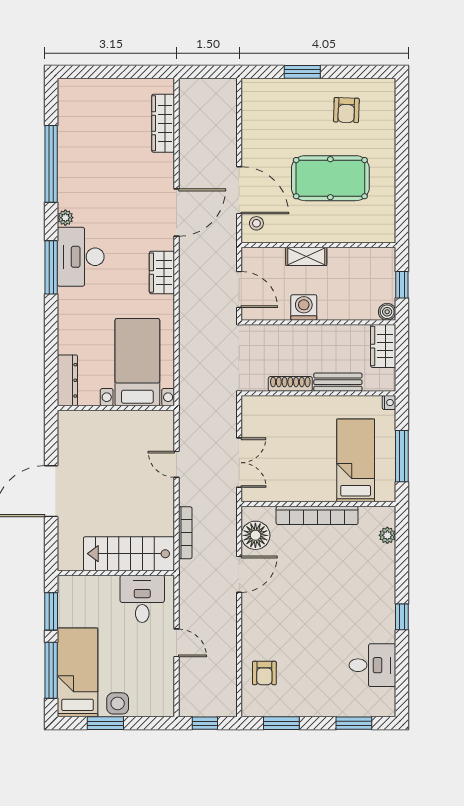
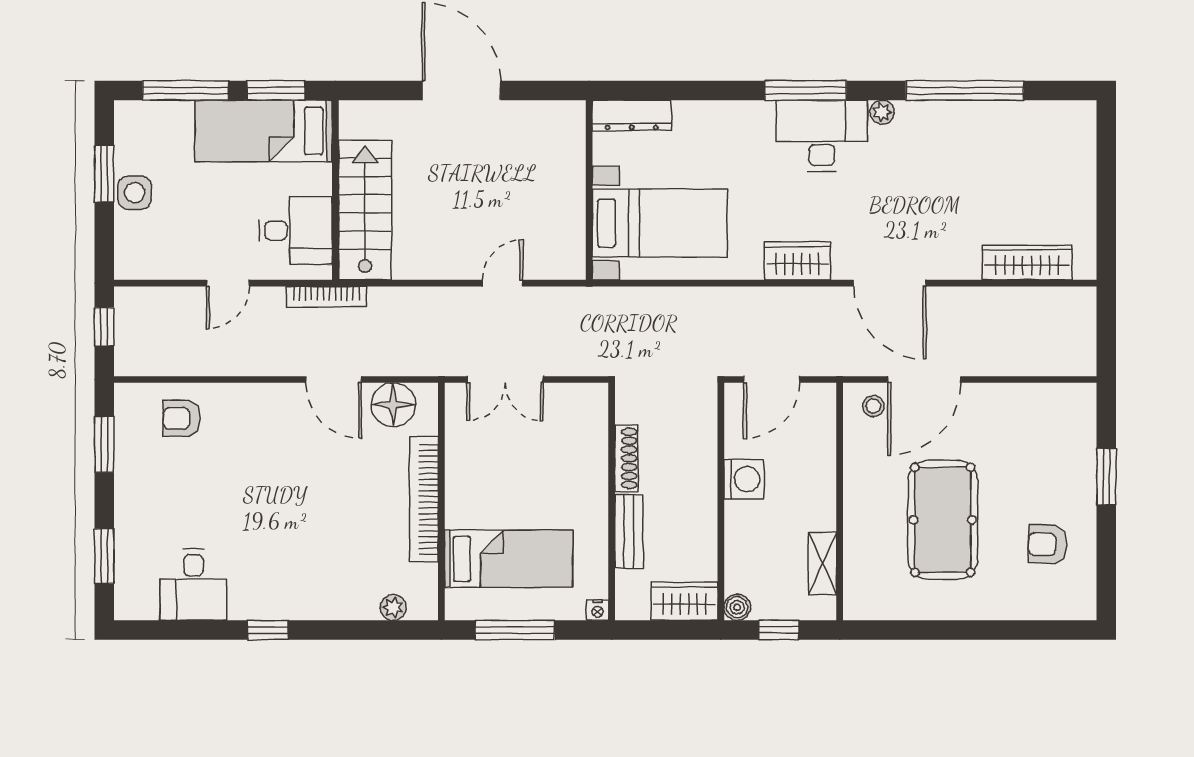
shelving: (306, 256) -> (822, 564), moved
bookcase: (185, 533) -> (326, 297), moved
bed: (78, 672) -> (264, 131), moved, turned 180

